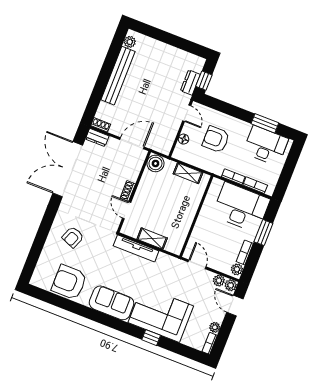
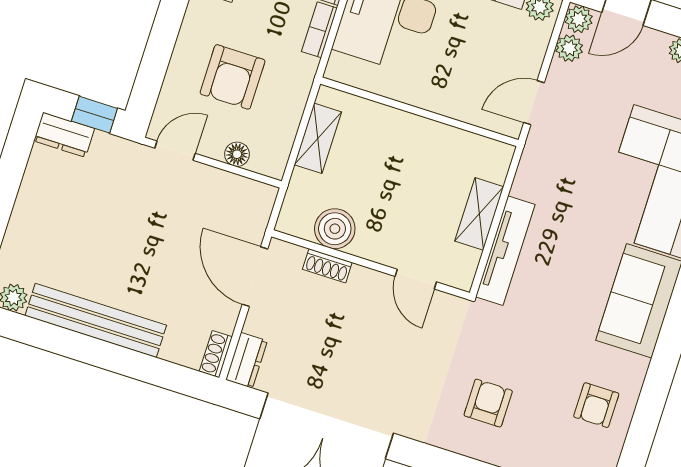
dresser: (190, 83) -> (64, 135), moved
boiler: (155, 163) -> (335, 229), moved
shoe rack: (128, 191) -> (327, 266), moved
door: (127, 210) -> (416, 279), hinge flipped
armchair: (73, 237) -> (488, 403), turned -112
armchair: (69, 282) -> (596, 405), width x0.53, depth x0.53

